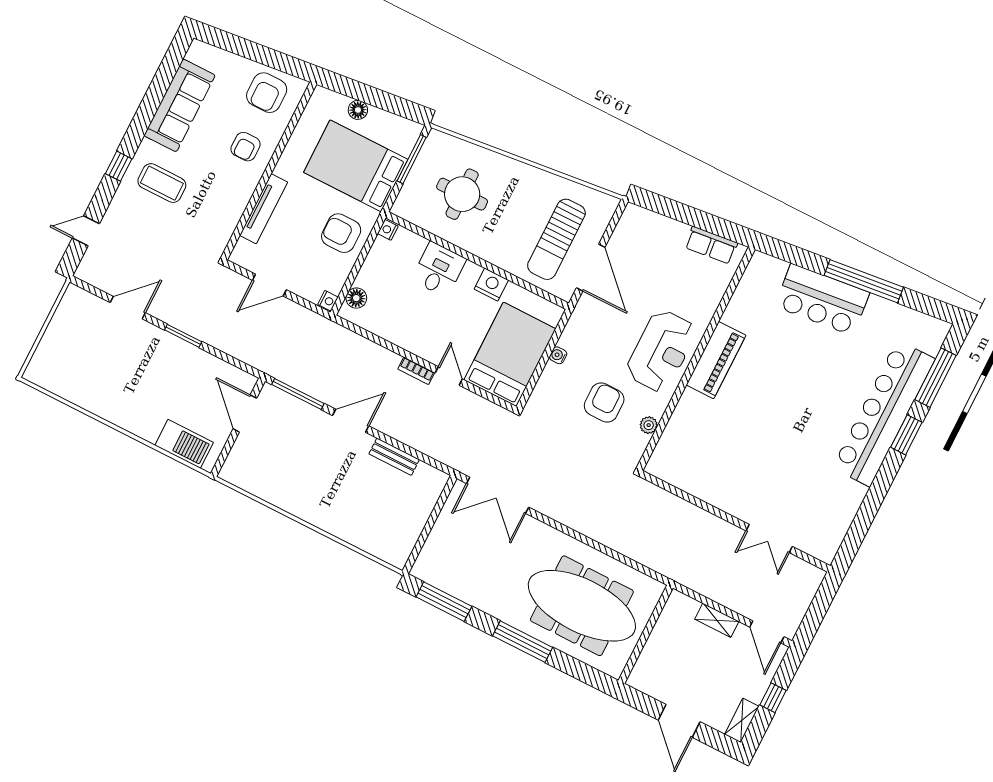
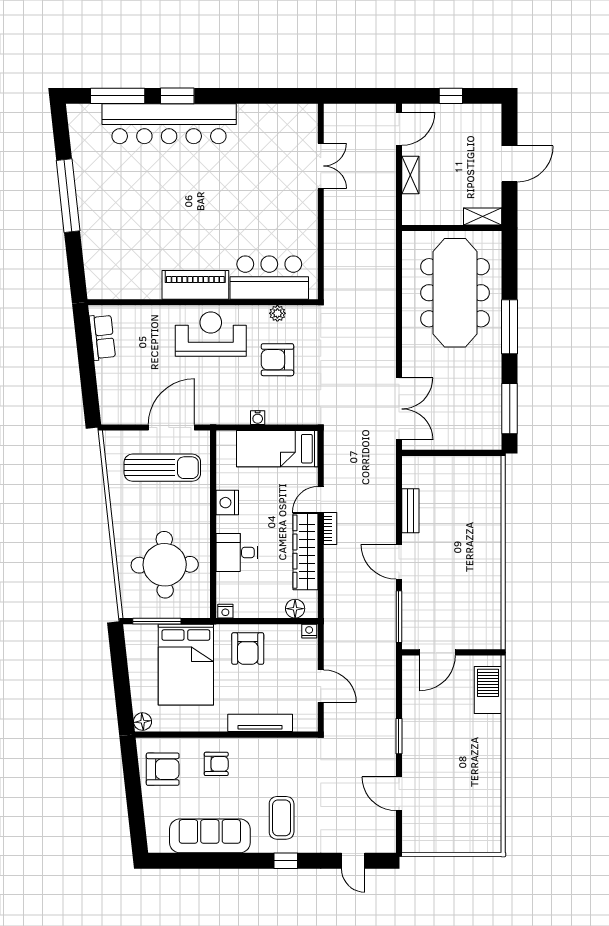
floor lamp: (358, 110) -> (143, 722), moved
round table: (462, 194) -> (165, 565), width x1.36, depth x1.36
bar counter: (822, 300) -> (269, 278), moved, turned -84
wardrobe: (406, 336) -> (305, 552), added
bed: (510, 354) -> (277, 449), width x0.67
shelving: (742, 720) -> (483, 216), moved

